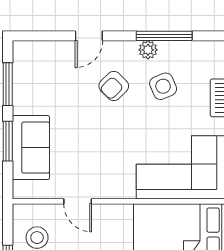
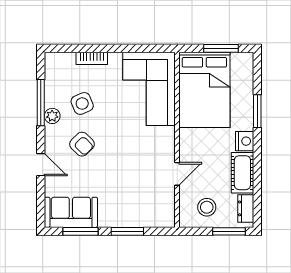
sofa: (31, 148) -> (71, 212), moved

